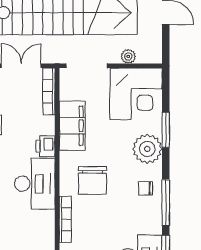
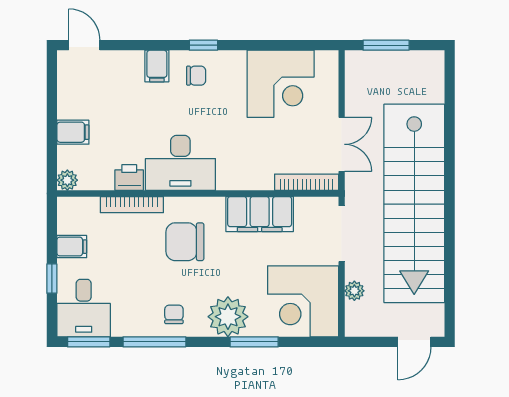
printer: (45, 146) -> (129, 178), moved

